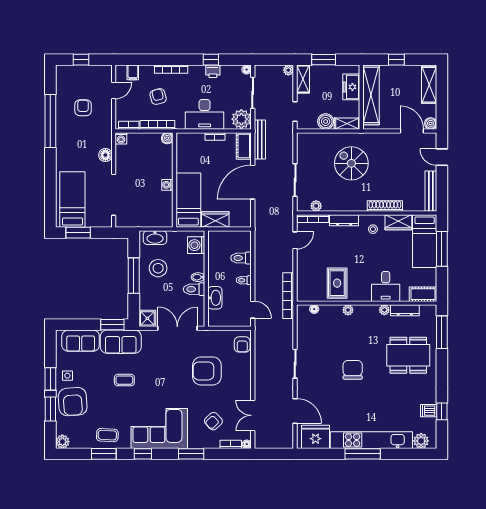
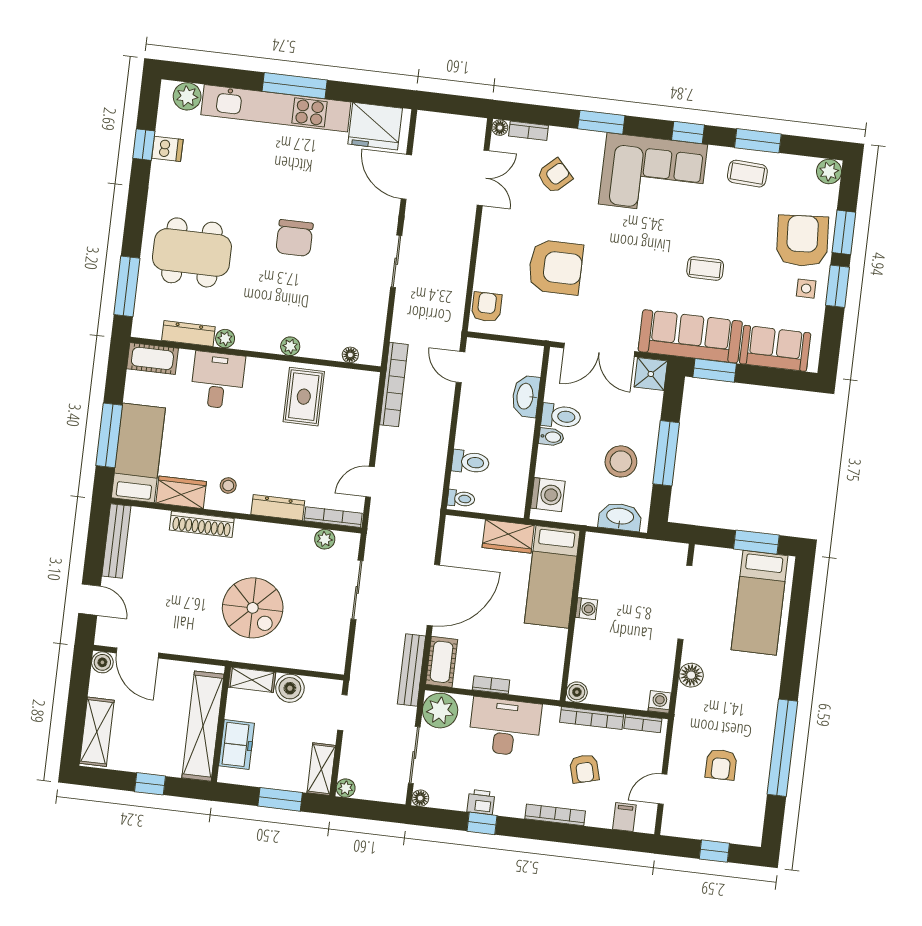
toilet: (244, 280) -> (461, 499), moved
sofa: (121, 342) -> (690, 336), width x1.36

